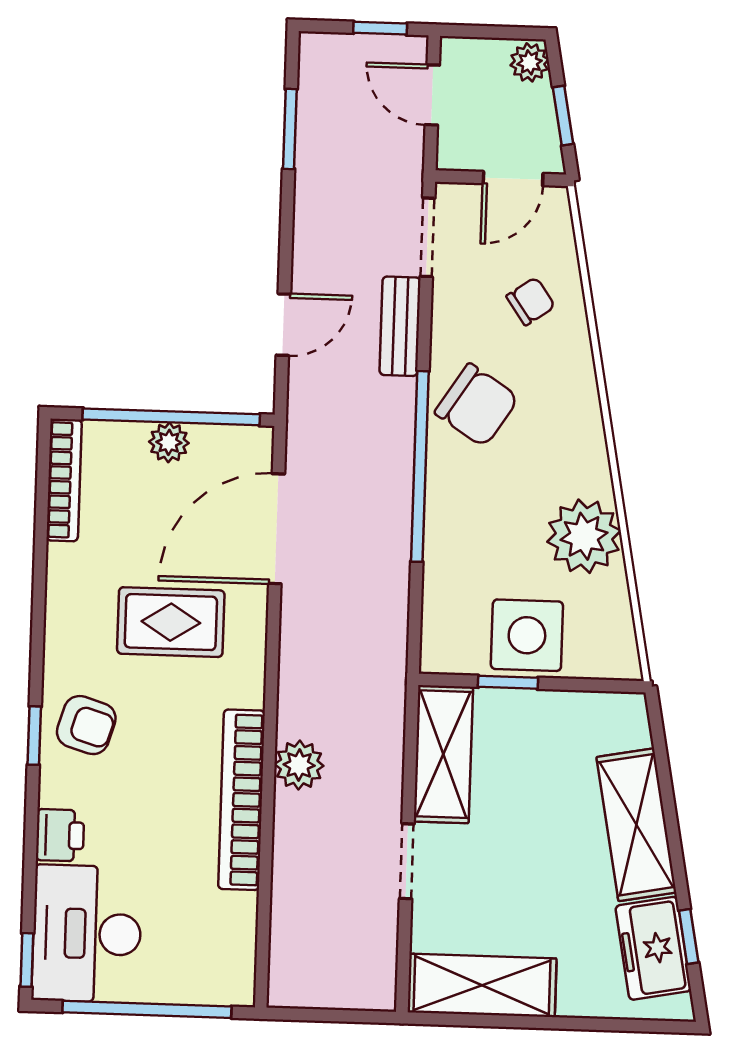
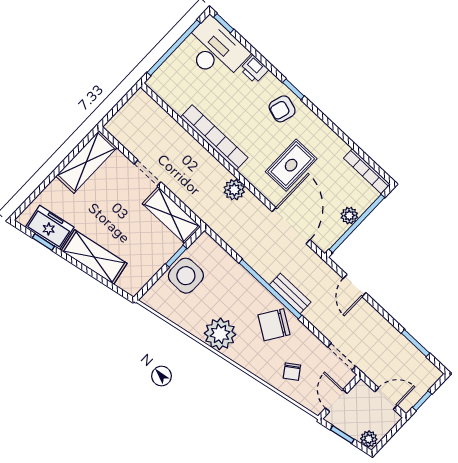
bench: (400, 326) -> (290, 293), moved
plant: (584, 536) -> (220, 334), moved
plant: (299, 765) -> (234, 190), moved

